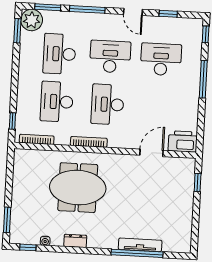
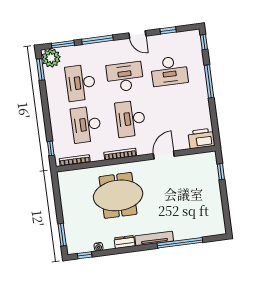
desk: (161, 59) -> (169, 71), turned 180
door: (151, 153) -> (164, 155), moved
tv unit: (140, 245) -> (154, 238), moved

